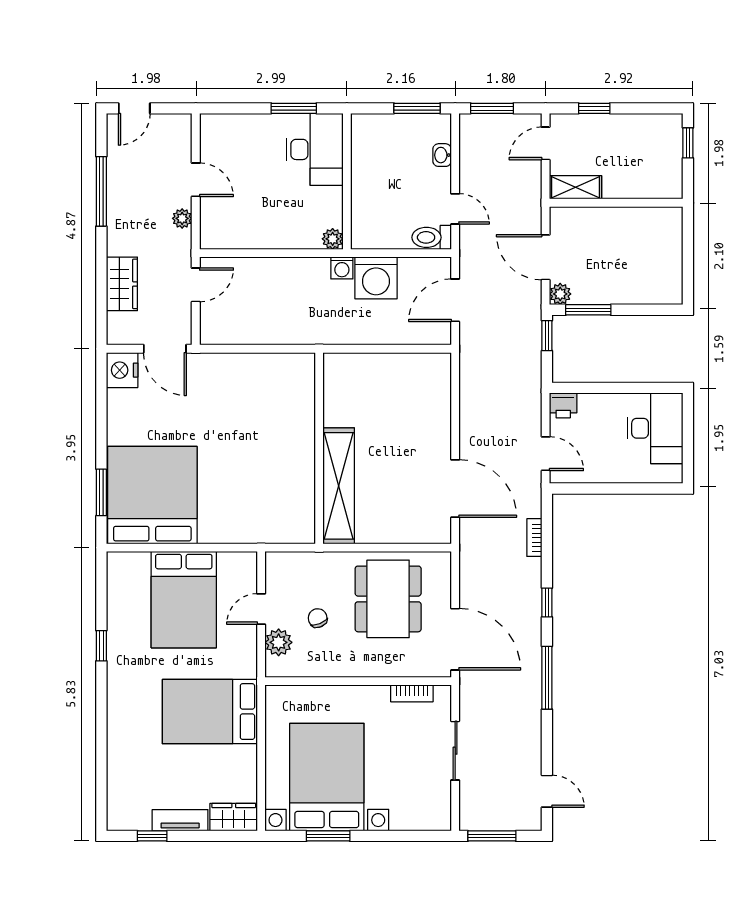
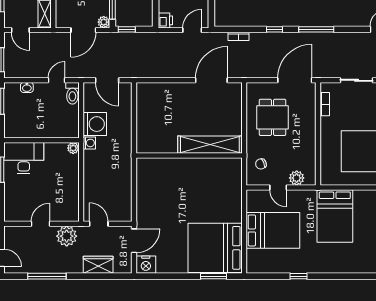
plant: (182, 218) -> (67, 236), width x1.87, depth x1.87
dining table: (388, 599) -> (273, 117), width x0.73
chair: (318, 618) -> (261, 164), moved

